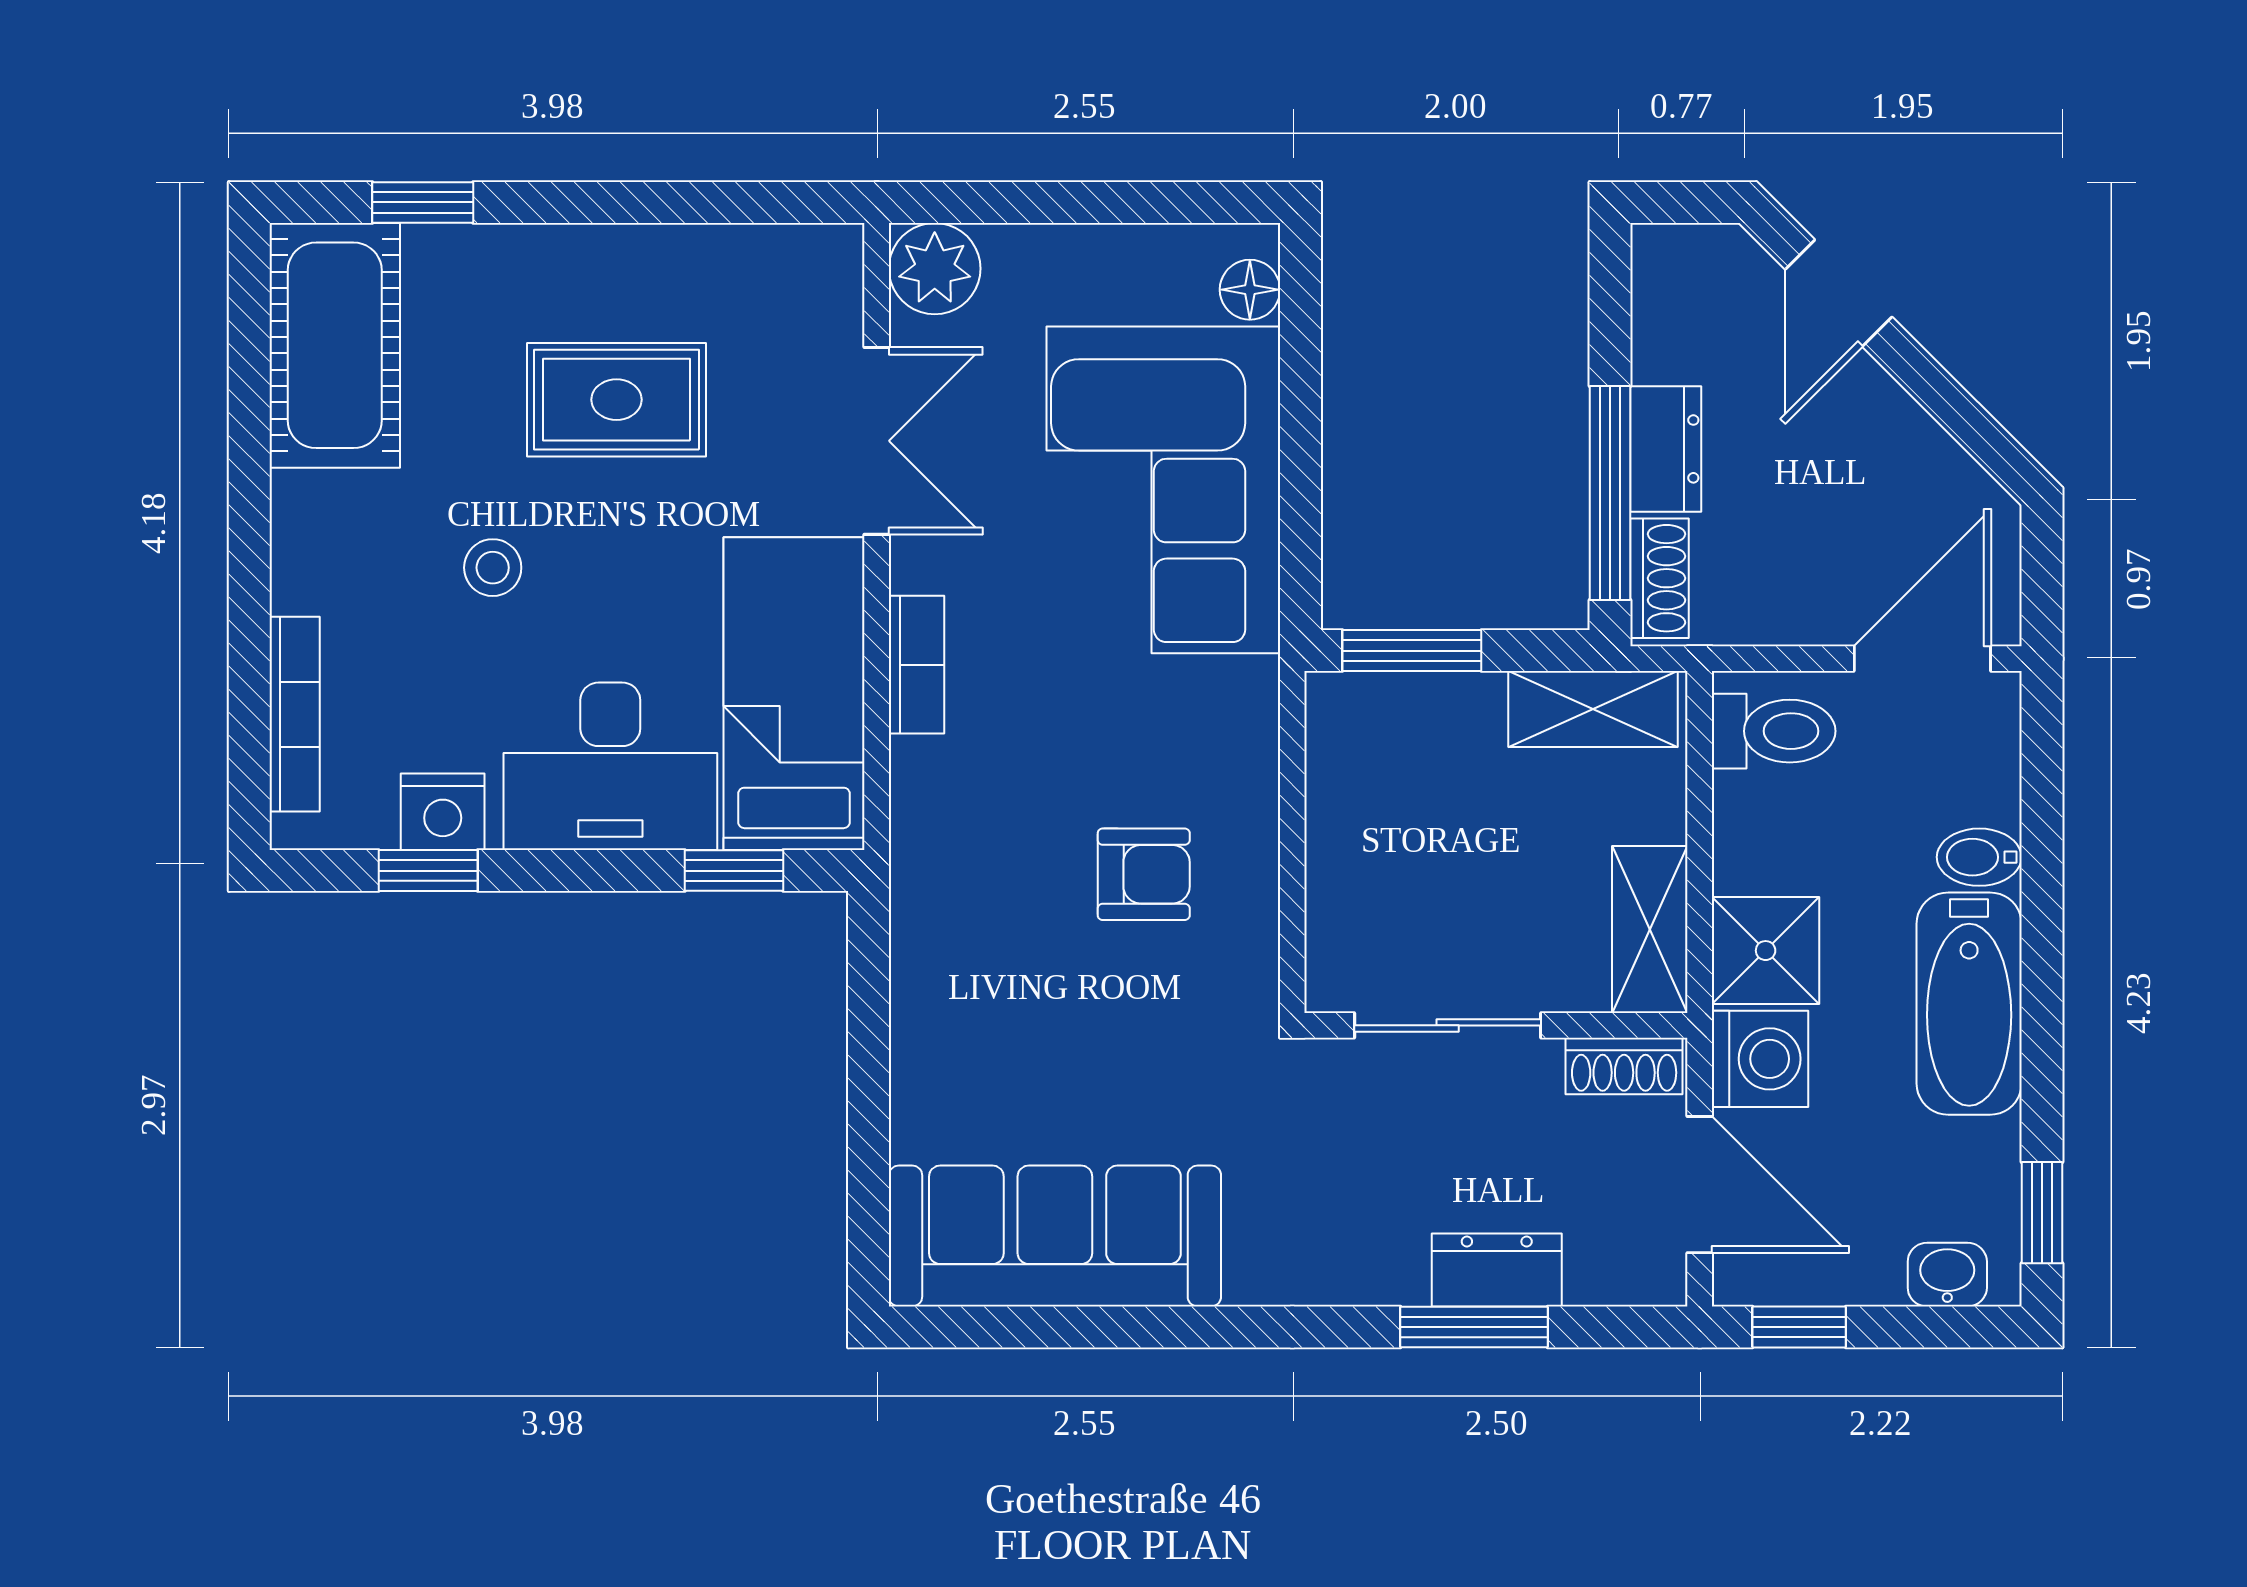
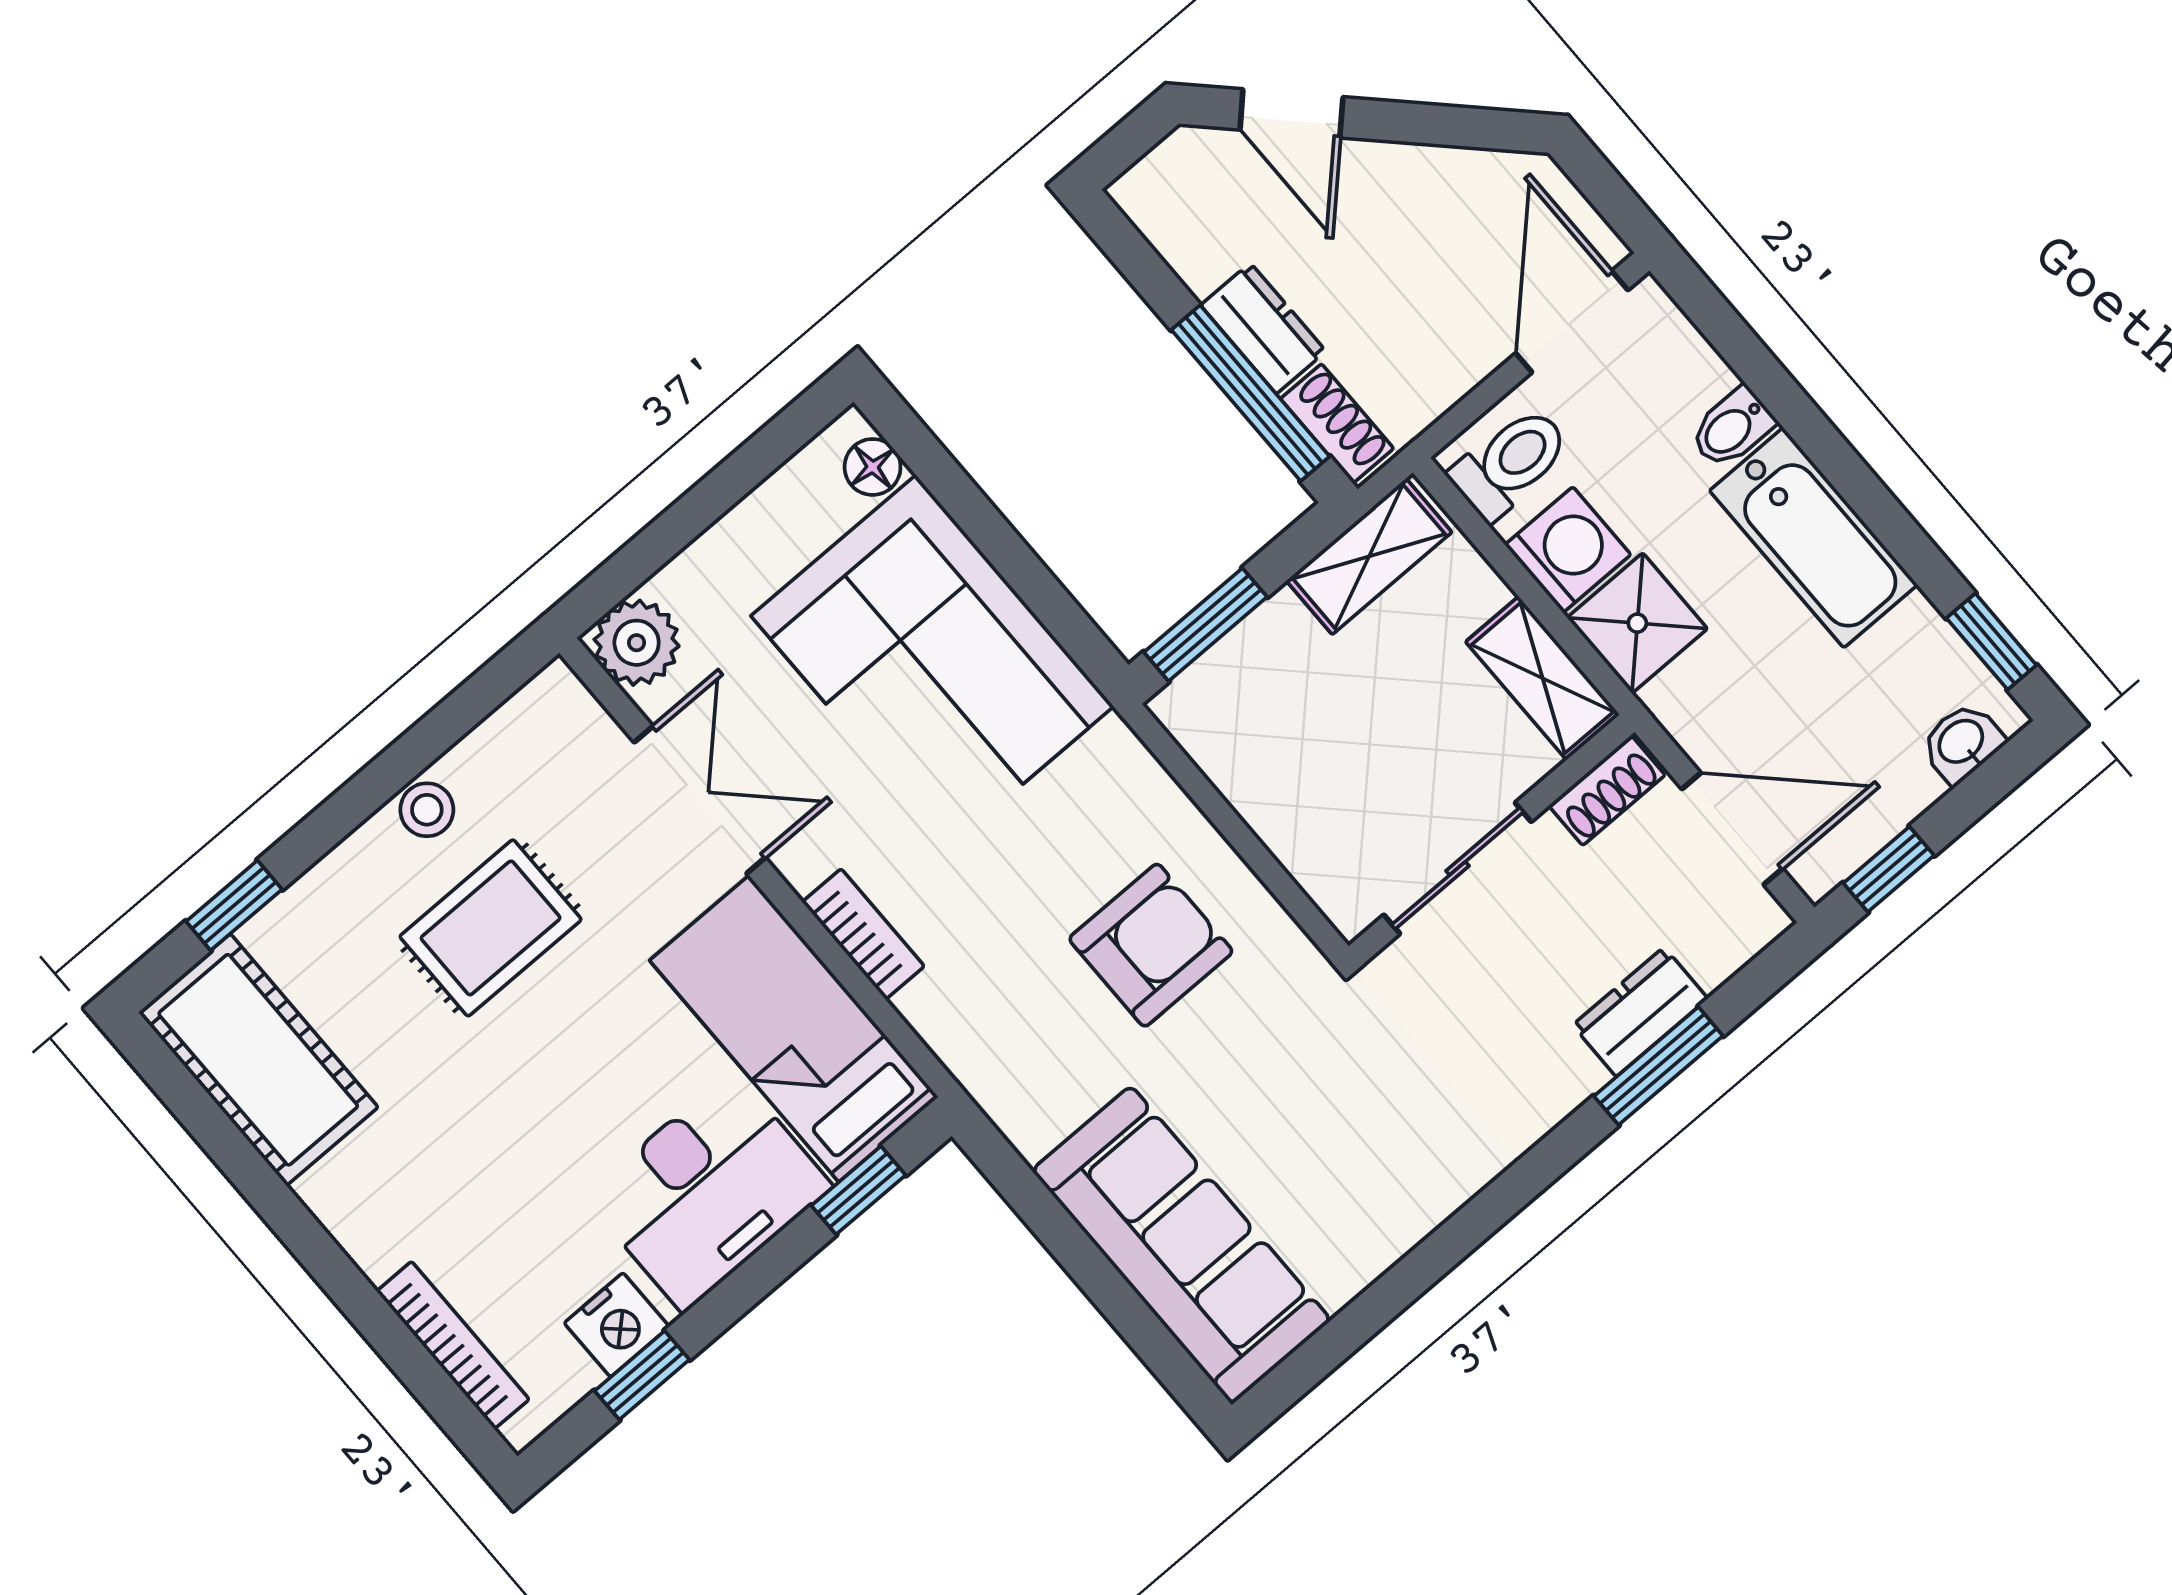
stool: (493, 568) -> (427, 810), moved
armchair: (1144, 874) -> (1151, 945), width x1.38, depth x1.38
washing machine: (1760, 1059) -> (1568, 550), moved
sofa: (1055, 1236) -> (1181, 1245), moved, turned 90

